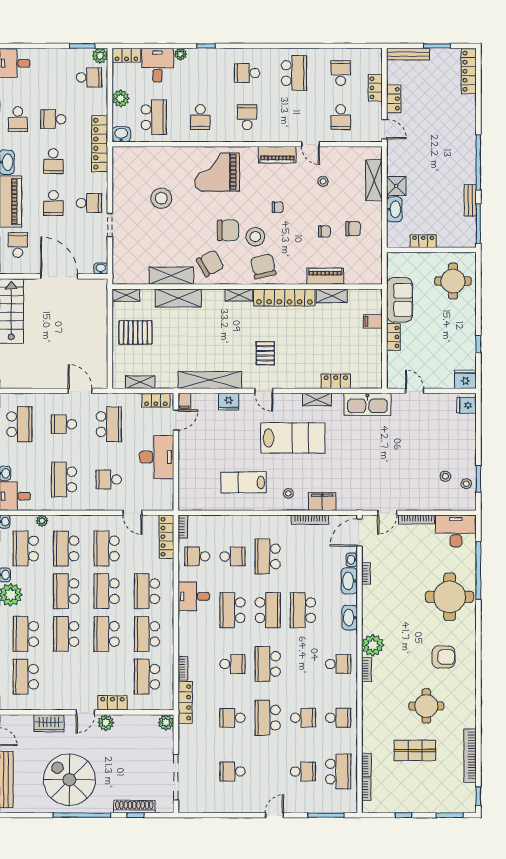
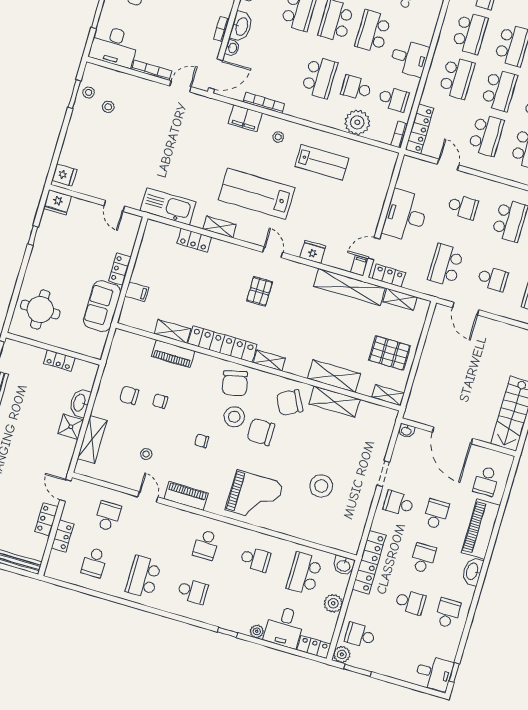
school desk: (200, 117) -> (255, 559), turned 90
shelving: (210, 380) -> (349, 287), moved
plant: (223, 526) -> (357, 122), added
school desk: (232, 610) -> (373, 32), turned 180

